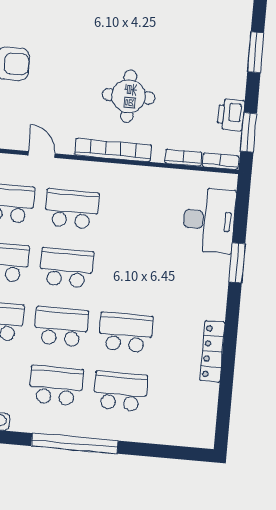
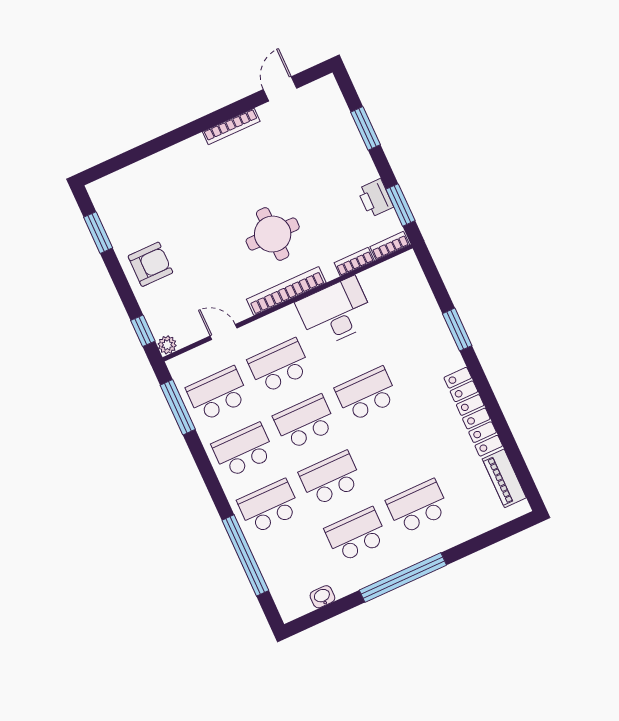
desk: (209, 220) -> (335, 312), moved, turned -90
school desk: (126, 332) -> (366, 394), moved
locker: (212, 351) -> (473, 412), width x1.41, depth x1.21
piano: (206, 409) -> (504, 478), added

